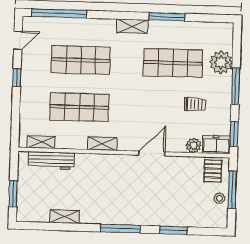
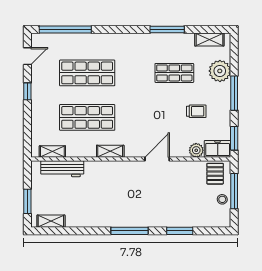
shelving: (132, 26) -> (209, 40), moved
shop shelf: (173, 63) -> (174, 73), width x0.70, depth x0.74
shelving: (65, 217) -> (51, 221), moved

